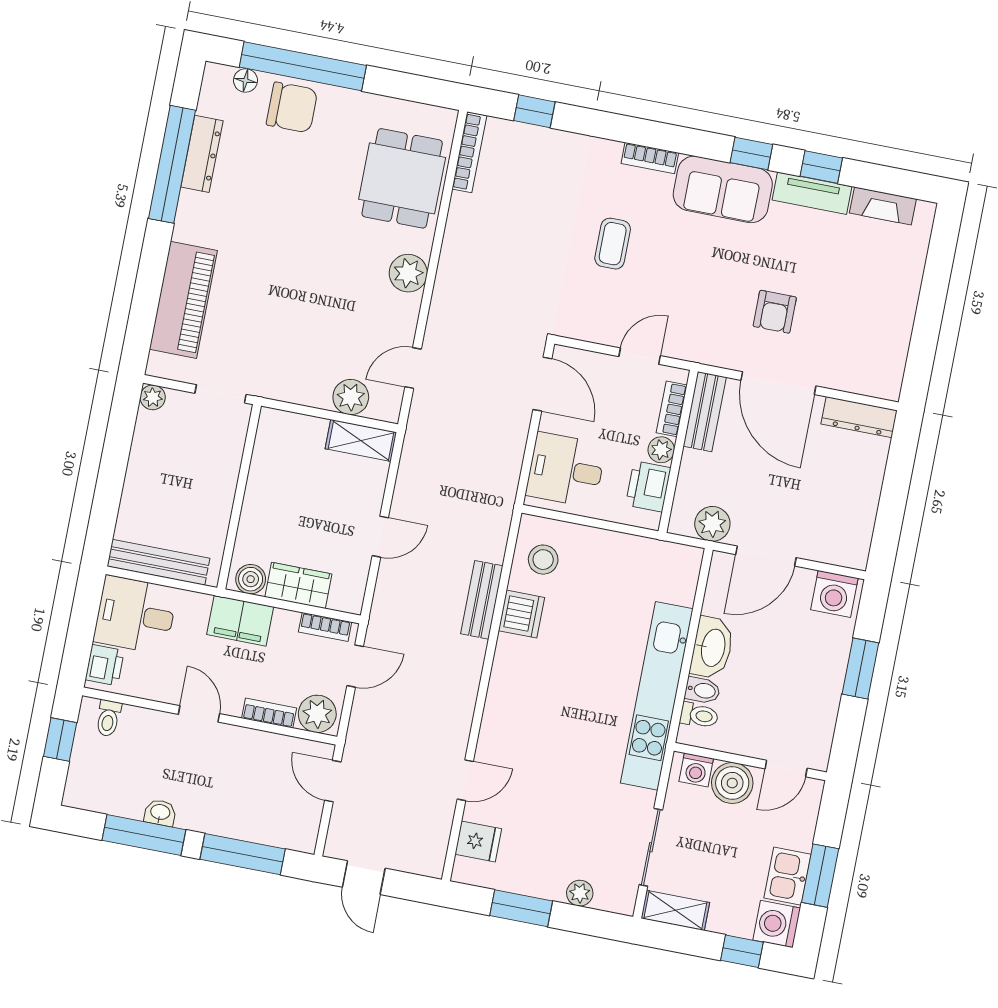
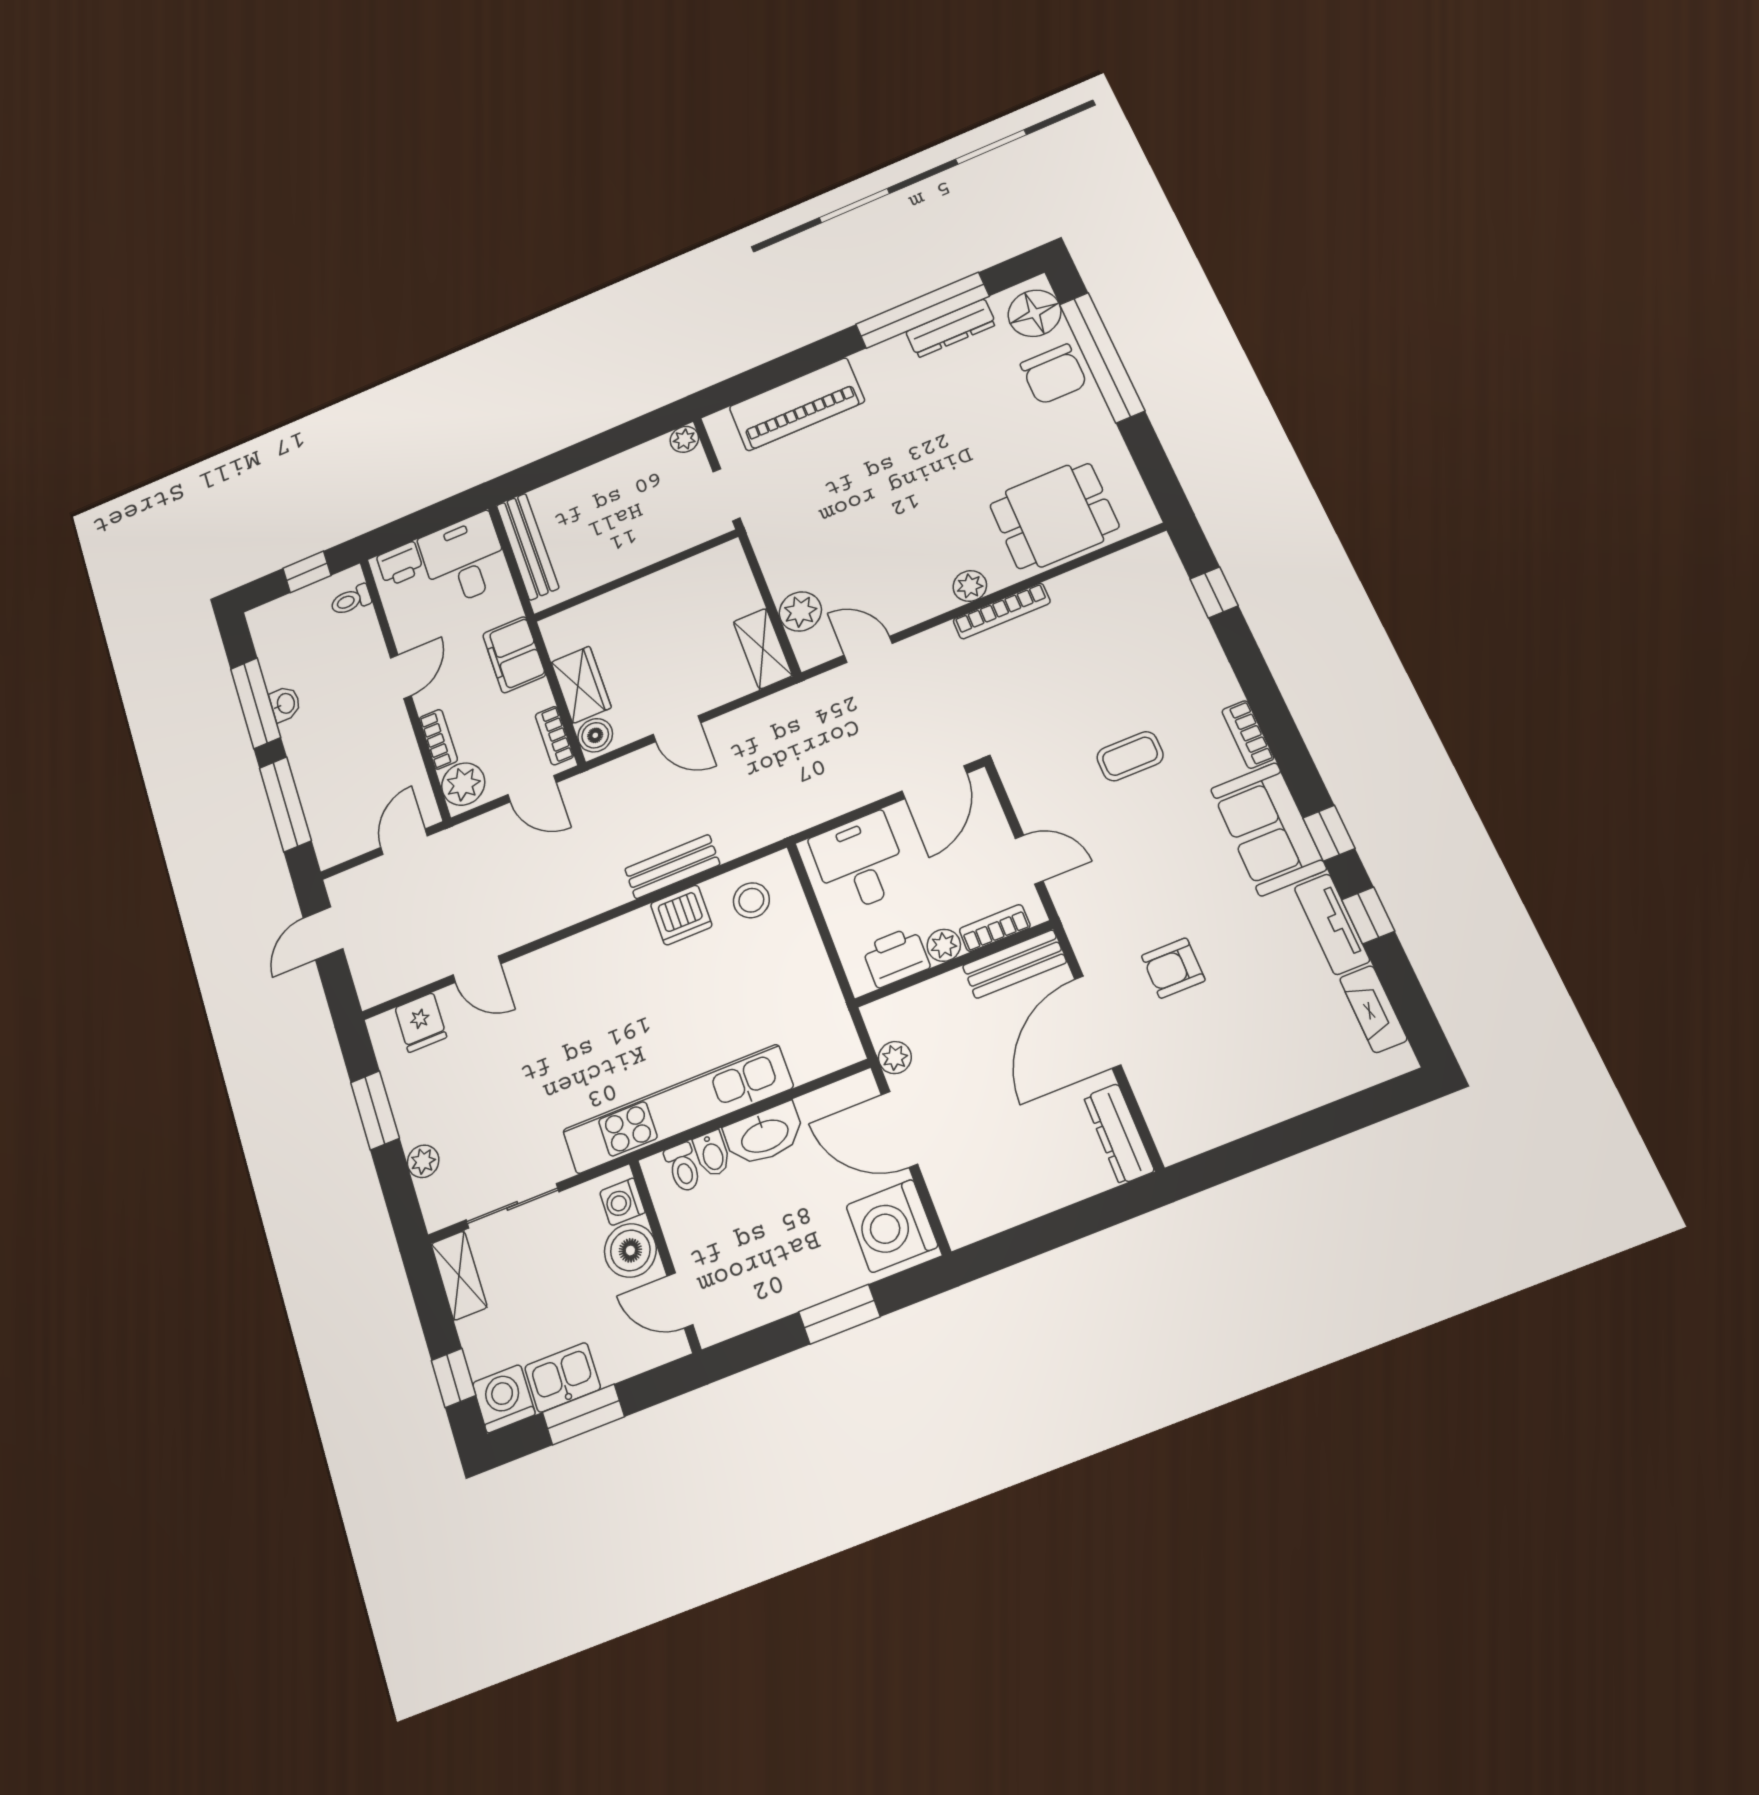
floor lamp: (245, 80) -> (1035, 313), width x1.89, depth x1.89
bookcase: (469, 152) -> (1002, 611), moved
plant: (408, 273) -> (970, 586), width x0.73, depth x0.73
plant: (712, 524) -> (895, 1058), width x0.73, depth x0.73
boiler: (251, 579) -> (595, 735), moved
washing machine: (834, 594) -> (892, 1226), width x1.37, depth x1.37

